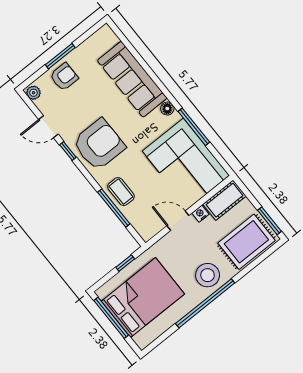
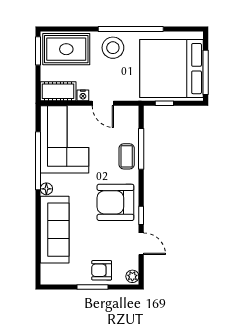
window: (194, 127) -> (38, 161), width x1.46
bed: (143, 298) -> (172, 69), width x1.36

